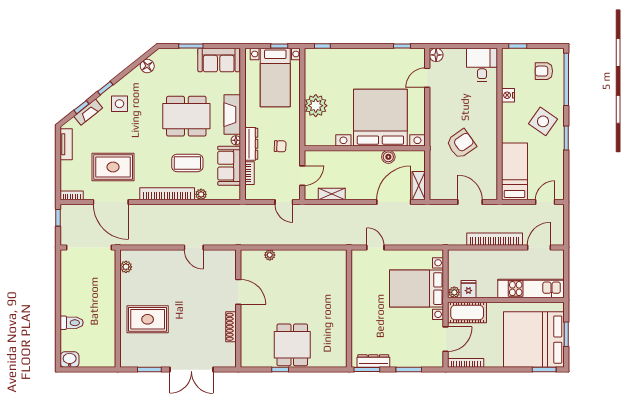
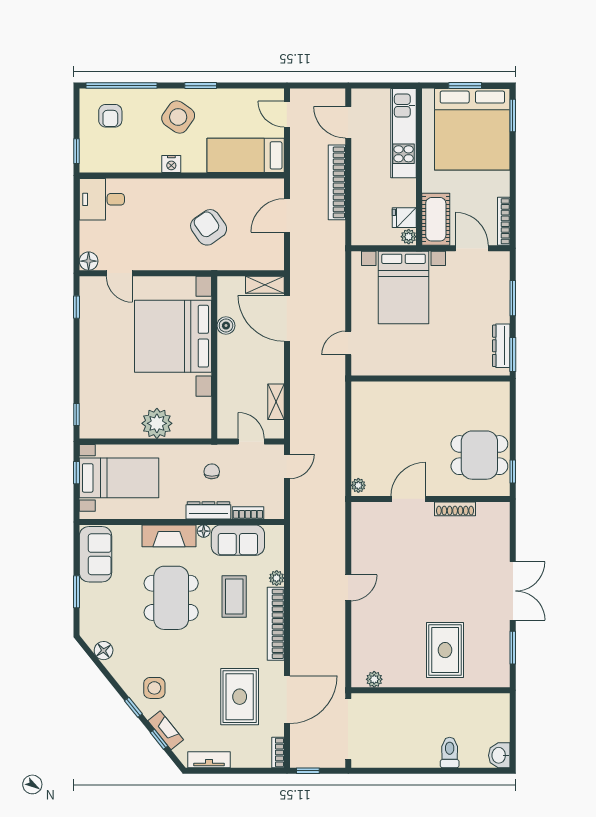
nightstand: (508, 95) -> (171, 164), moved
door: (238, 292) -> (408, 499), moved
wall: (238, 309) -> (431, 499), moved
shoe rack: (231, 327) -> (455, 509), moved

